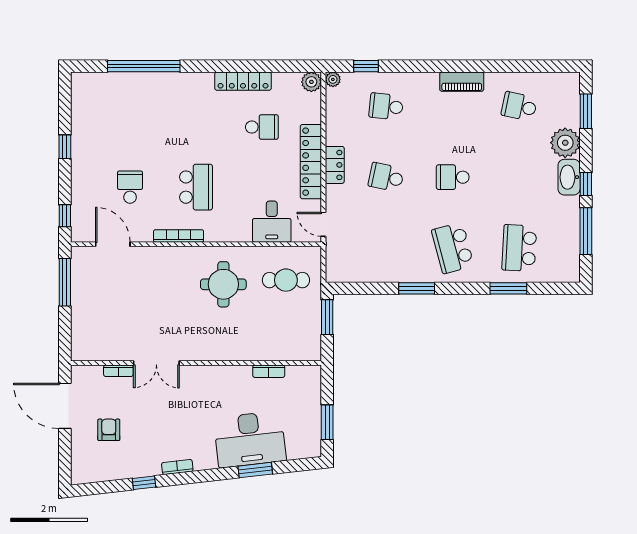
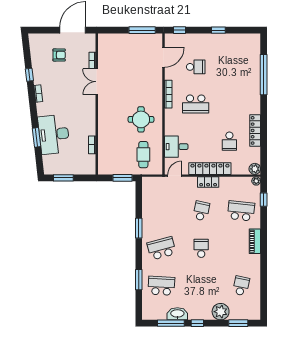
piano: (462, 82) -> (255, 241), moved
school desk: (386, 106) -> (241, 211), width x1.85
washbasin: (569, 177) -> (177, 314), moved

